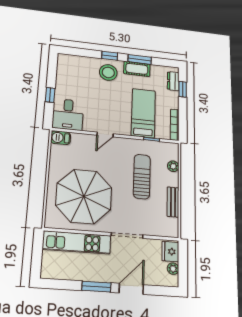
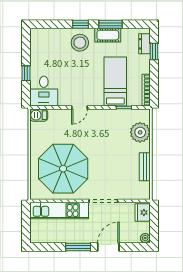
plant: (173, 166) -> (140, 132), width x1.88, depth x1.88
sun lounger: (142, 176) -> (115, 145), removed
plant: (173, 269) -> (145, 238), moved

